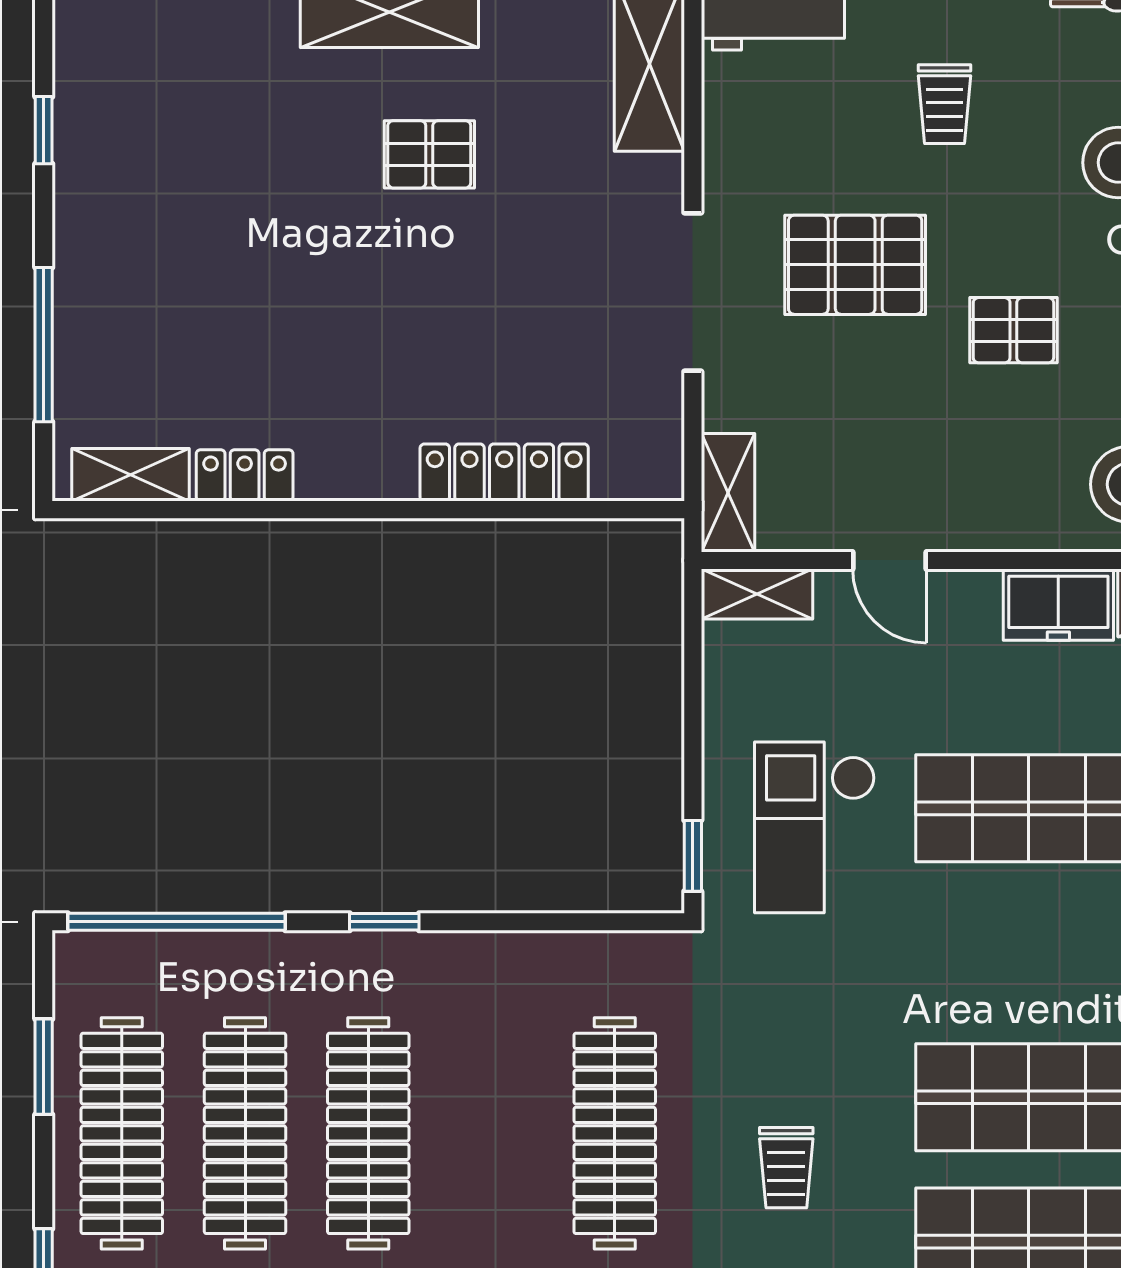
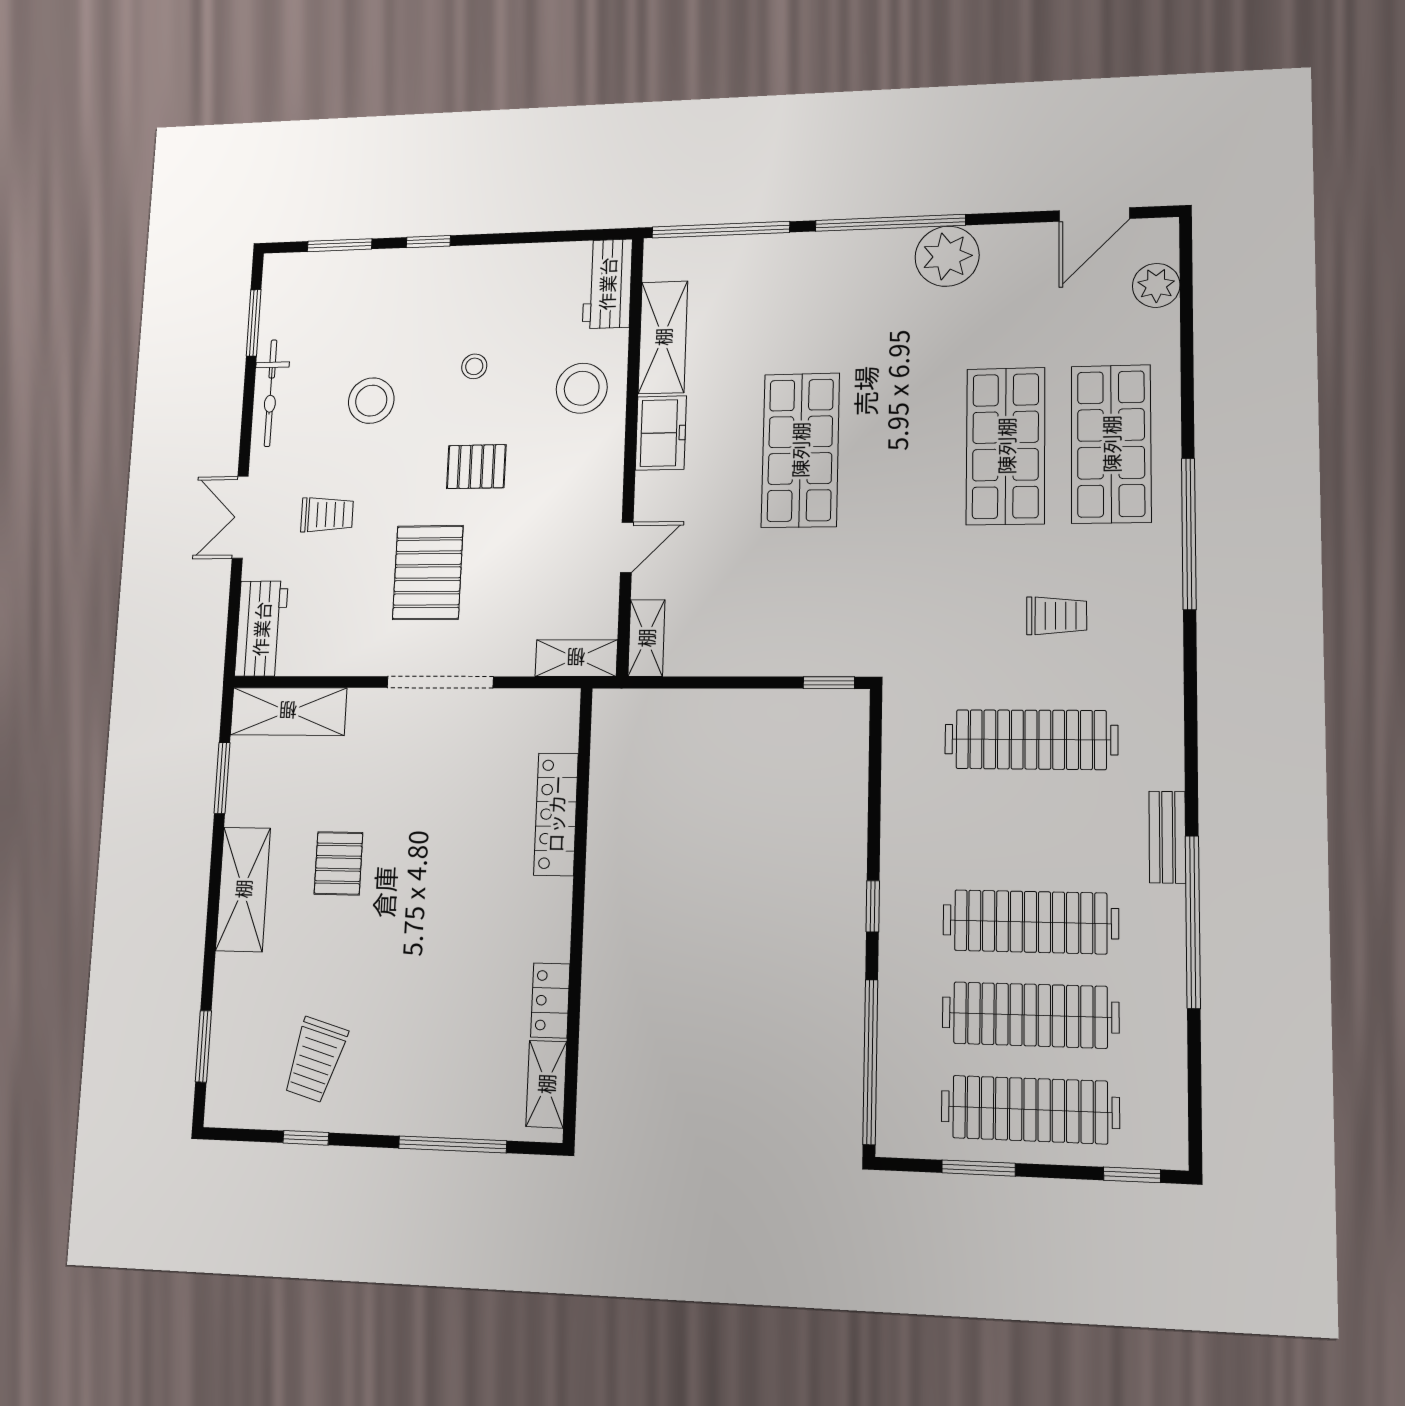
trolley: (152, 137) -> (315, 1060), added
pallet: (1013, 330) -> (476, 467), turned 90
checkout: (815, 827) -> (811, 597), removed

